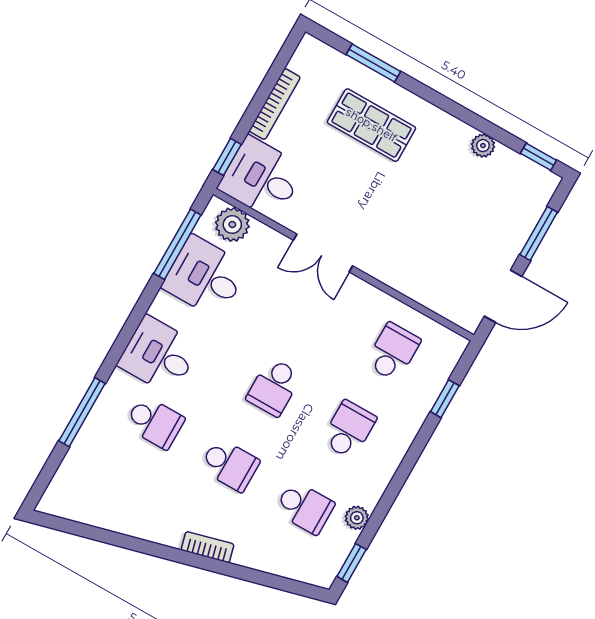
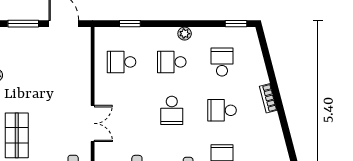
school desk: (274, 387) -> (172, 110), turned 90
school desk: (230, 465) -> (222, 110), turned -90
plant: (357, 518) -> (185, 34), moved

